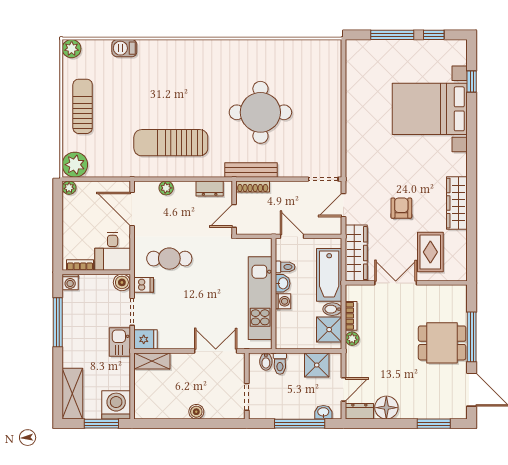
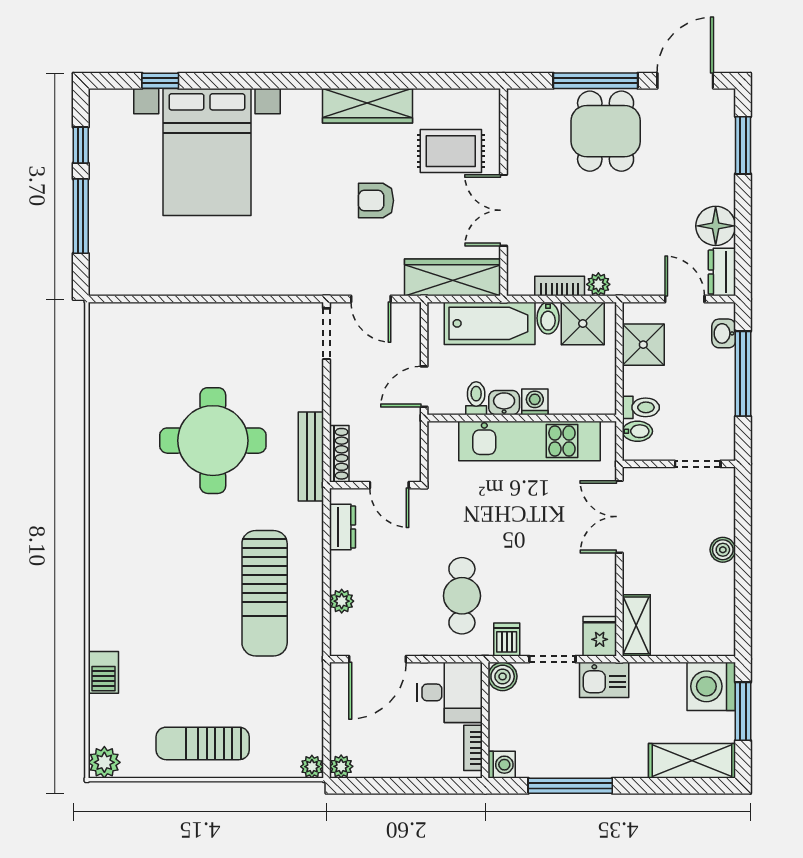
plant: (75, 165) -> (312, 767), width x0.53, depth x0.53

